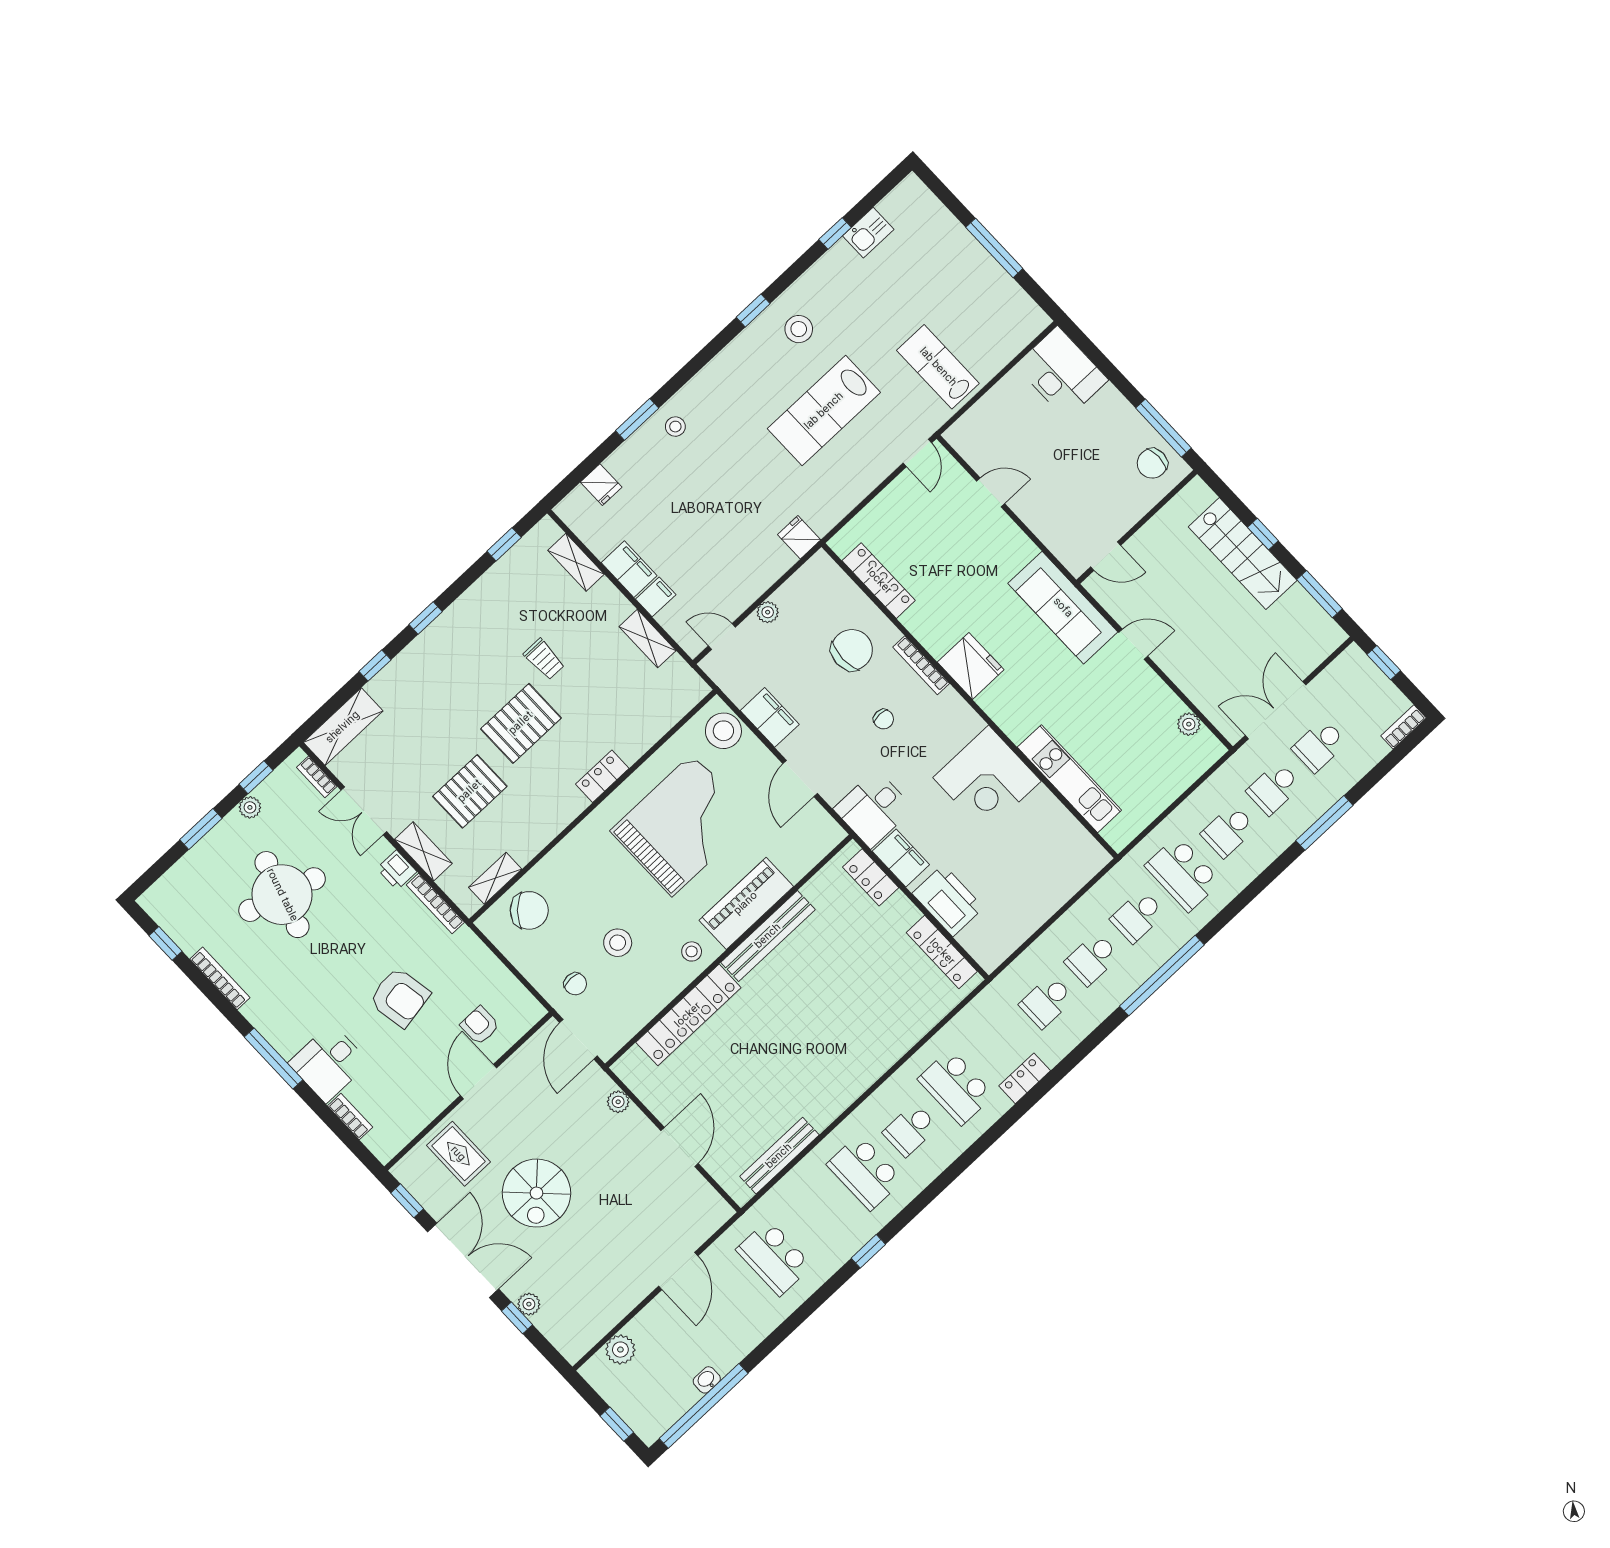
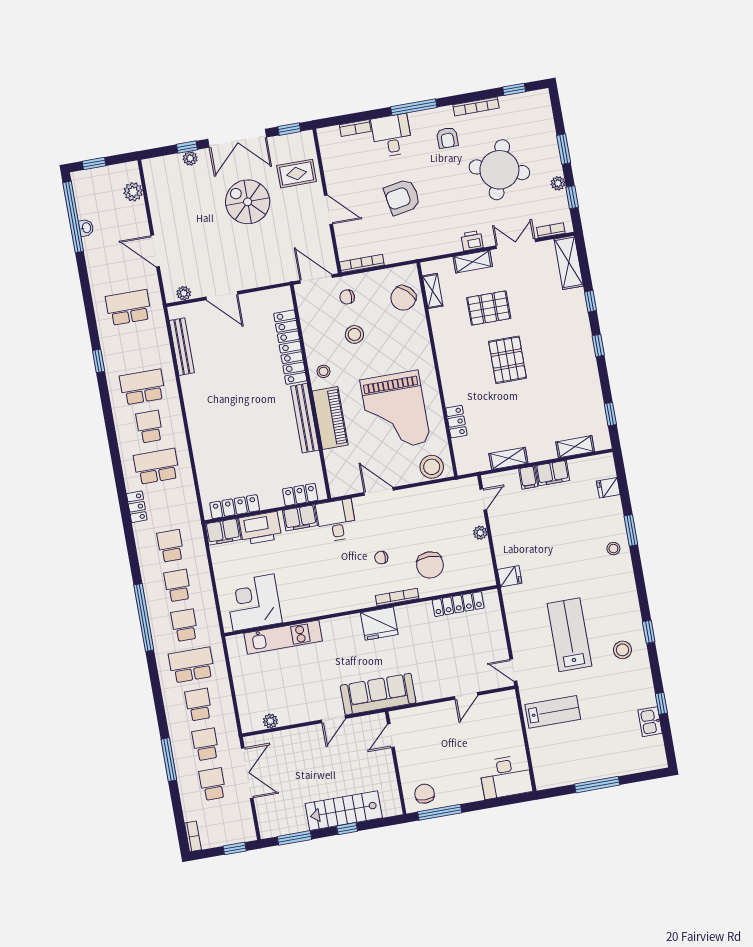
trolley: (544, 659) -> (534, 395), removed
filing cabinet: (770, 717) -> (223, 532), moved
locker: (602, 776) -> (456, 422), moved
corner desk: (987, 779) -> (254, 603), moved
pallet: (470, 791) -> (489, 308), turned 90
bookcase: (435, 904) -> (362, 263), moved
armchair: (480, 1025) -> (447, 138), moved, turned 90
plant: (618, 1102) -> (184, 293), moved

